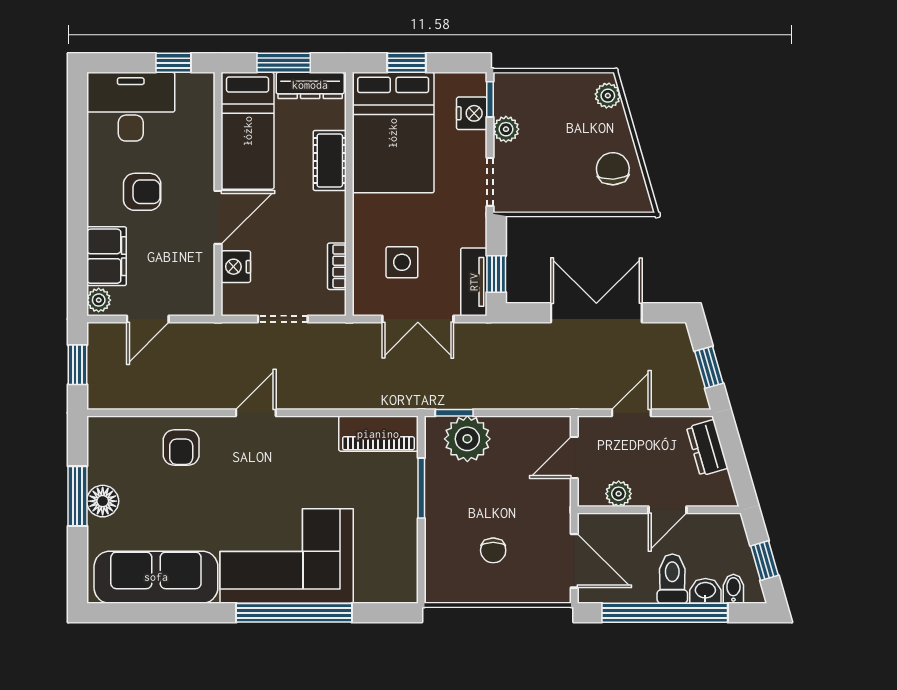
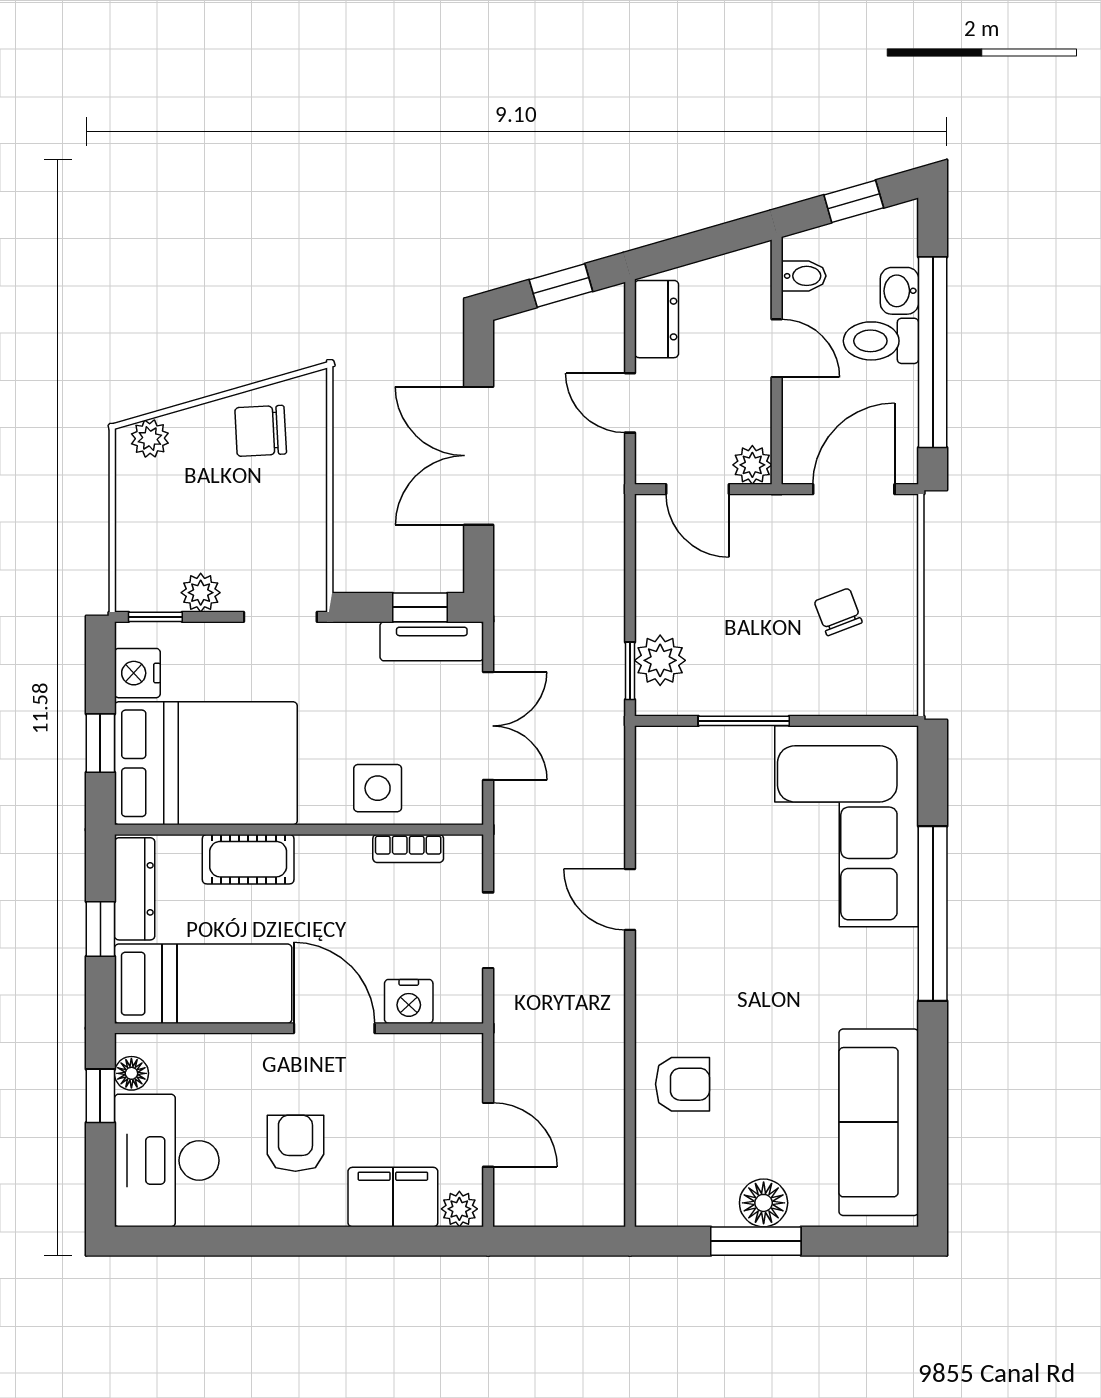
window: (284, 63) -> (100, 929), width x0.67
floor lamp: (188, 83) -> (131, 1073), added
nightstand: (472, 113) -> (137, 673), moved, turned -90
side table: (402, 262) -> (378, 788), moved
window: (77, 365) -> (557, 1241), removed
door: (256, 413) -> (630, 900), moved
piano: (378, 434) -> (662, 786), removed
plant: (467, 439) -> (660, 660), width x0.73, depth x0.73
dresser: (707, 448) -> (657, 319), moved, turned -74
plant: (619, 494) -> (752, 465), moved
chair: (493, 550) -> (838, 612), turned -111
corner sofa: (287, 556) -> (847, 826), moved
bidet: (733, 589) -> (804, 276), moved, turned 180

